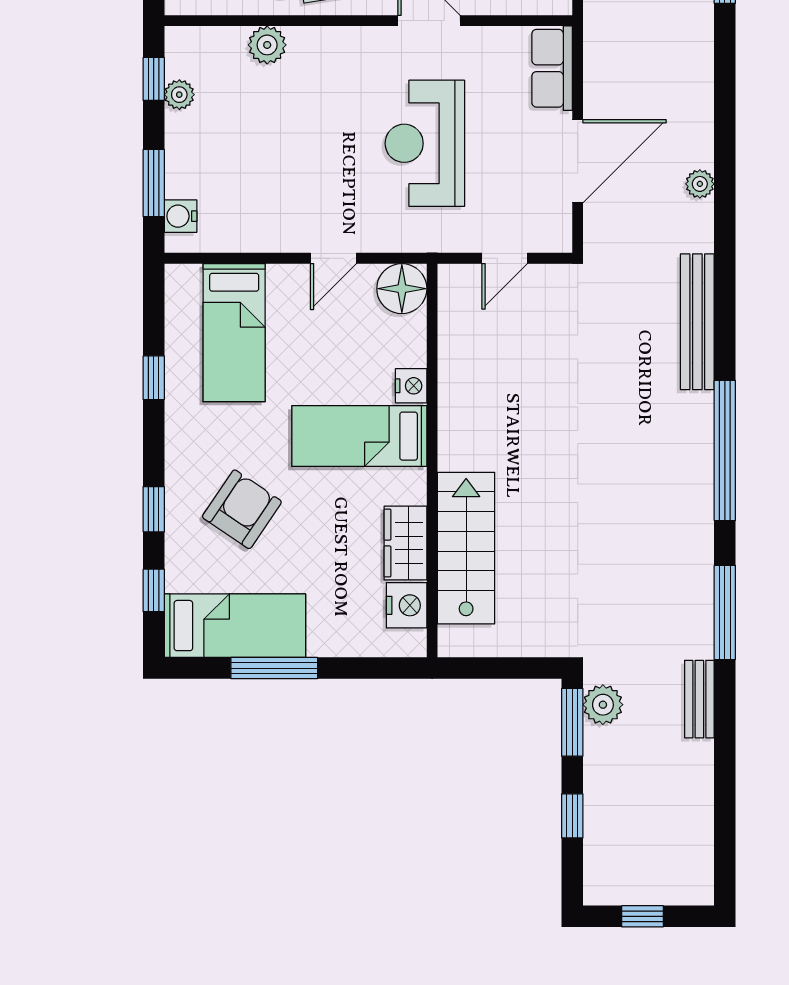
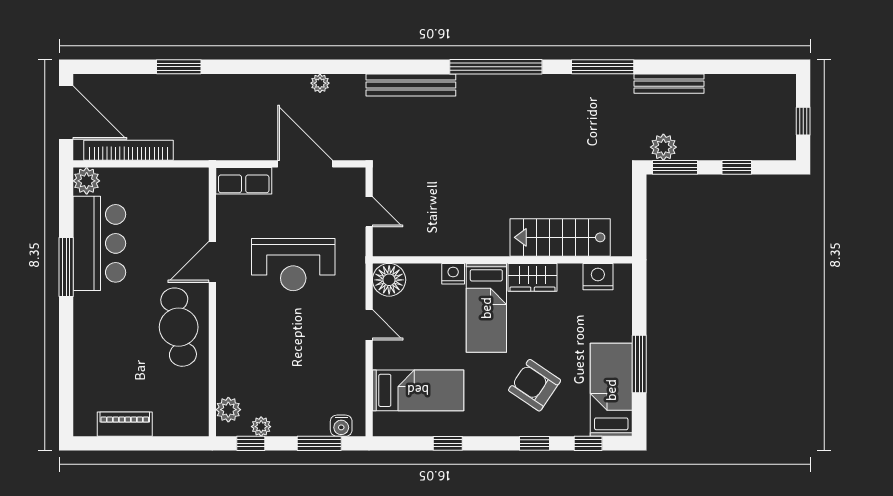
plant: (267, 45) -> (228, 410), moved
wardrobe: (405, 543) -> (533, 277), moved
bench: (699, 699) -> (669, 84), width x1.36

